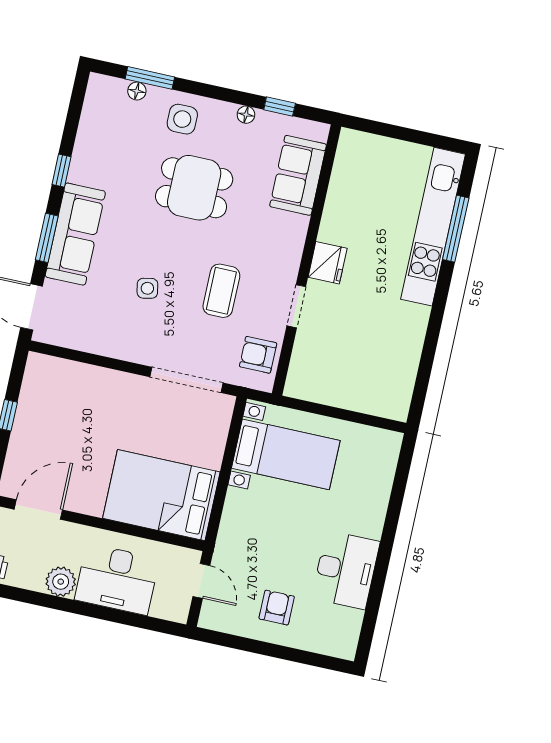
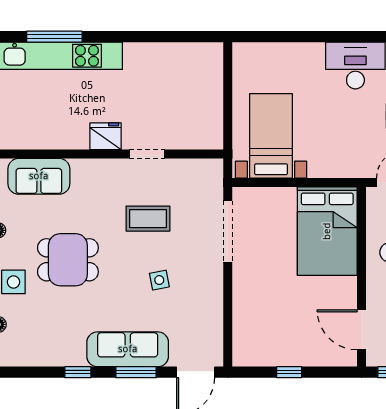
dining table: (194, 188) -> (68, 260), turned 90
armchair: (258, 355) -> (194, 177), removed

